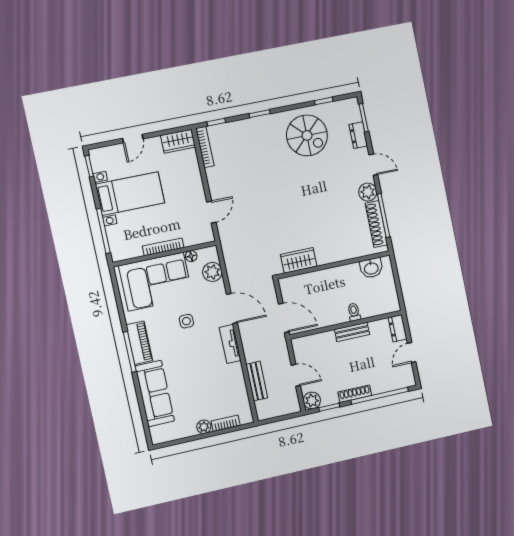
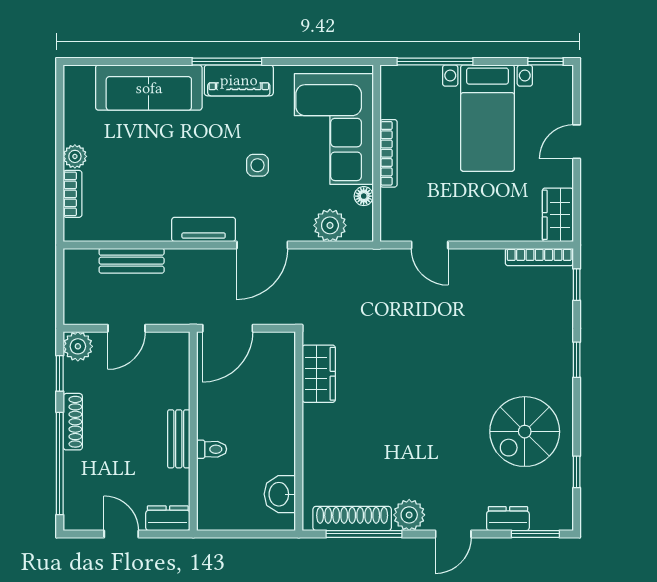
door: (133, 139) -> (577, 142), hinge flipped

